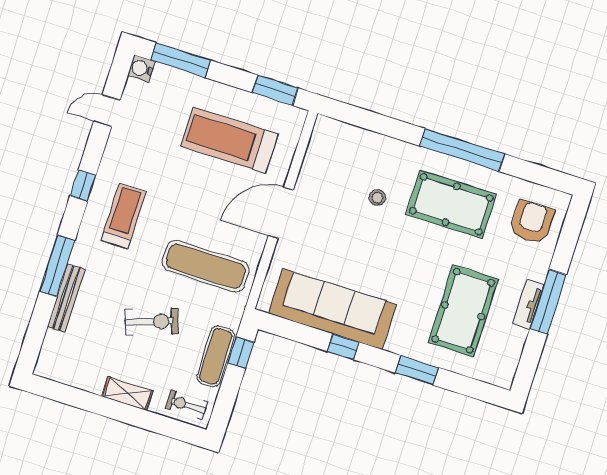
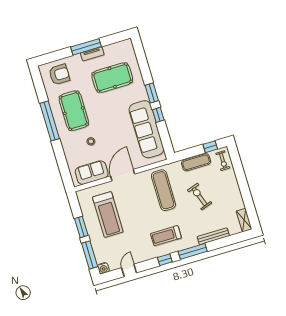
window: (275, 90) -> (81, 227), moved
door: (107, 111) -> (129, 270), swing flipped
sofa: (322, 162) -> (92, 173), added
door: (281, 213) -> (123, 175), swing flipped
armchair: (532, 222) -> (59, 74), turned 180
window: (57, 266) -> (193, 251), moved
window: (241, 353) -> (210, 147), moved
window: (417, 370) -> (152, 93), moved
shelving: (127, 394) -> (244, 220), moved

